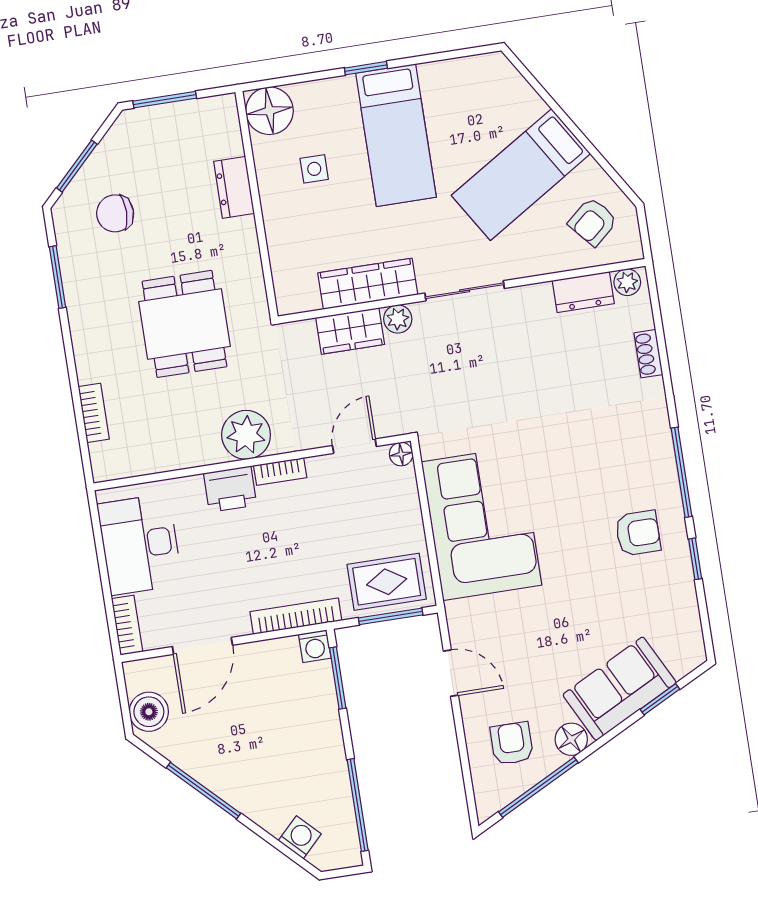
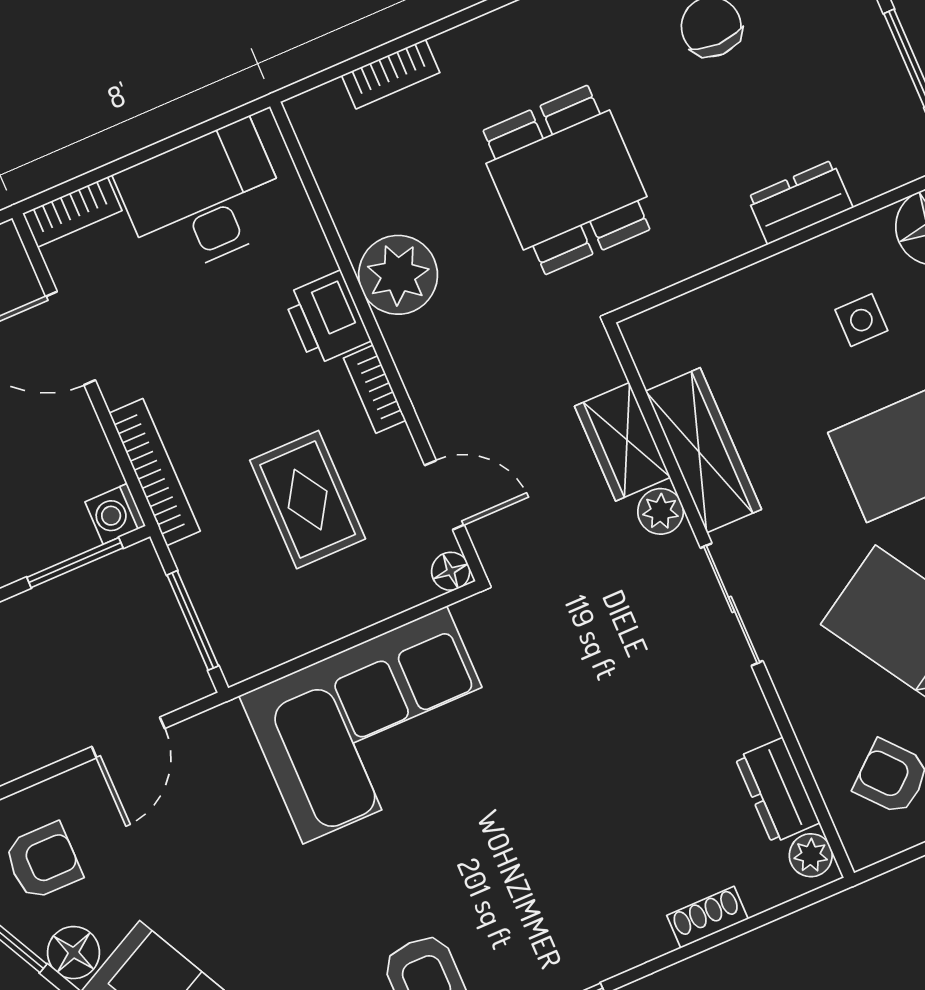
dining table: (184, 324) -> (566, 180), turned 90
plant: (246, 435) -> (398, 275), moved
rug: (387, 582) -> (308, 500), moved

